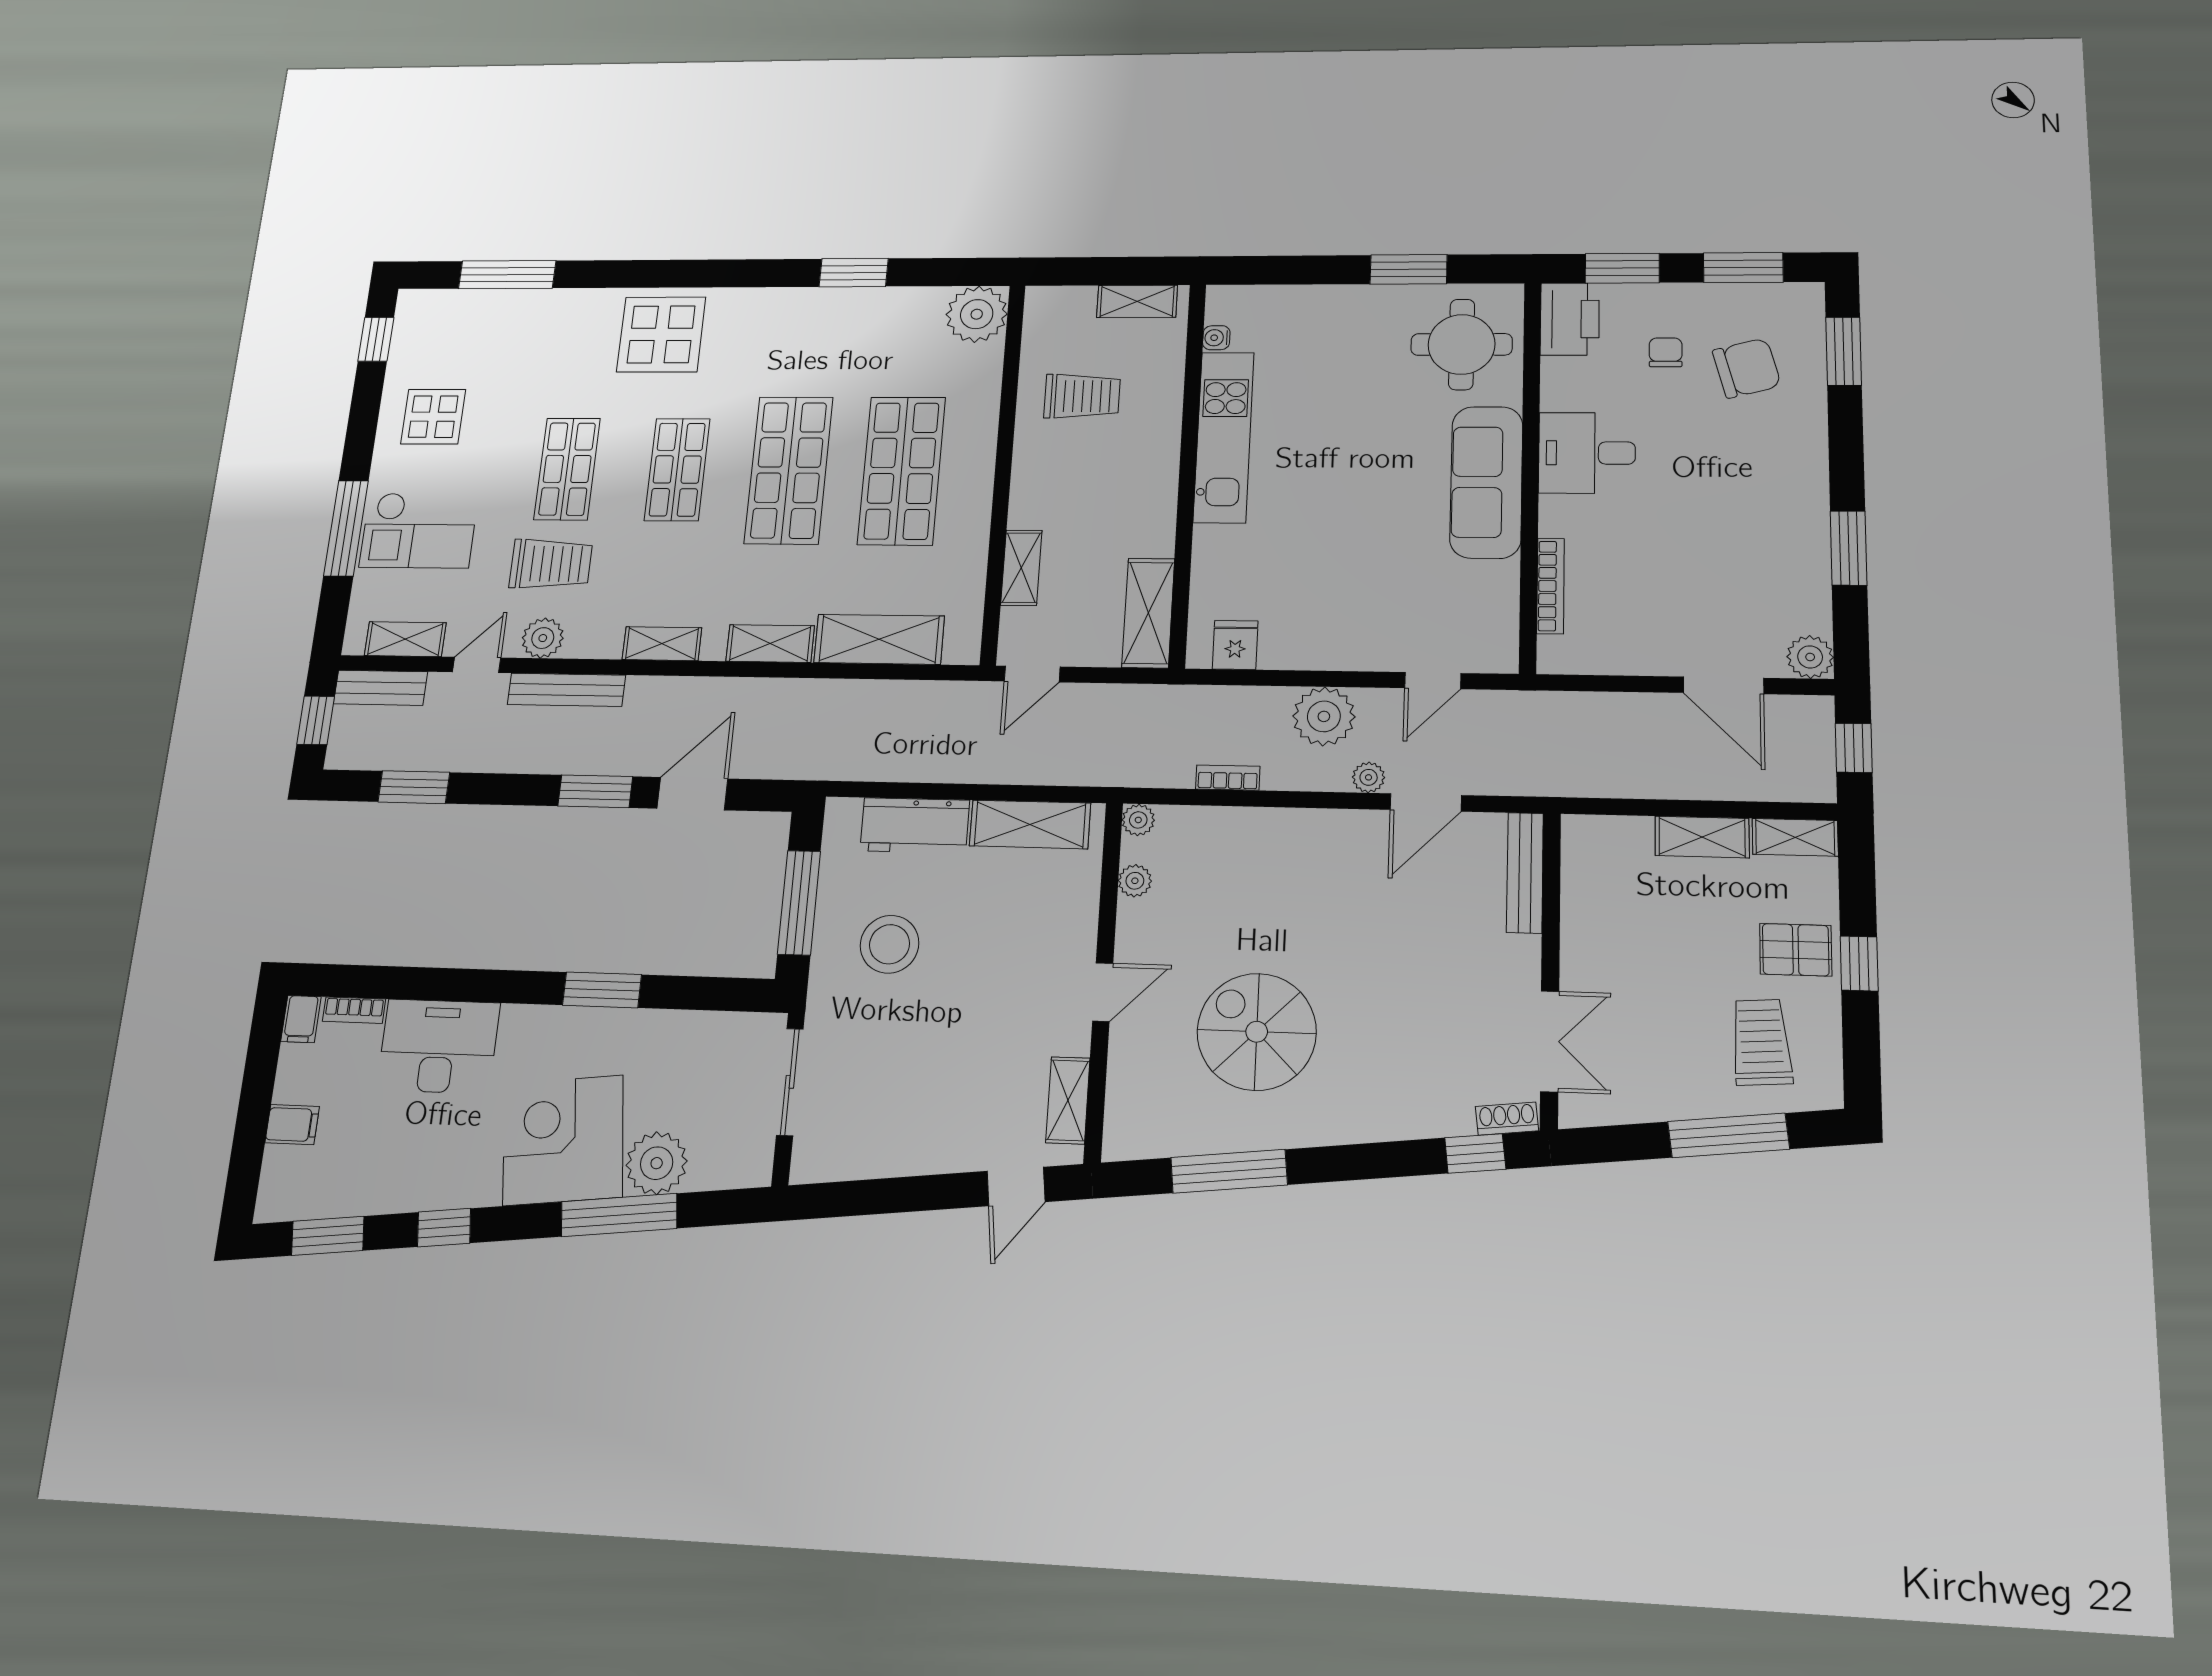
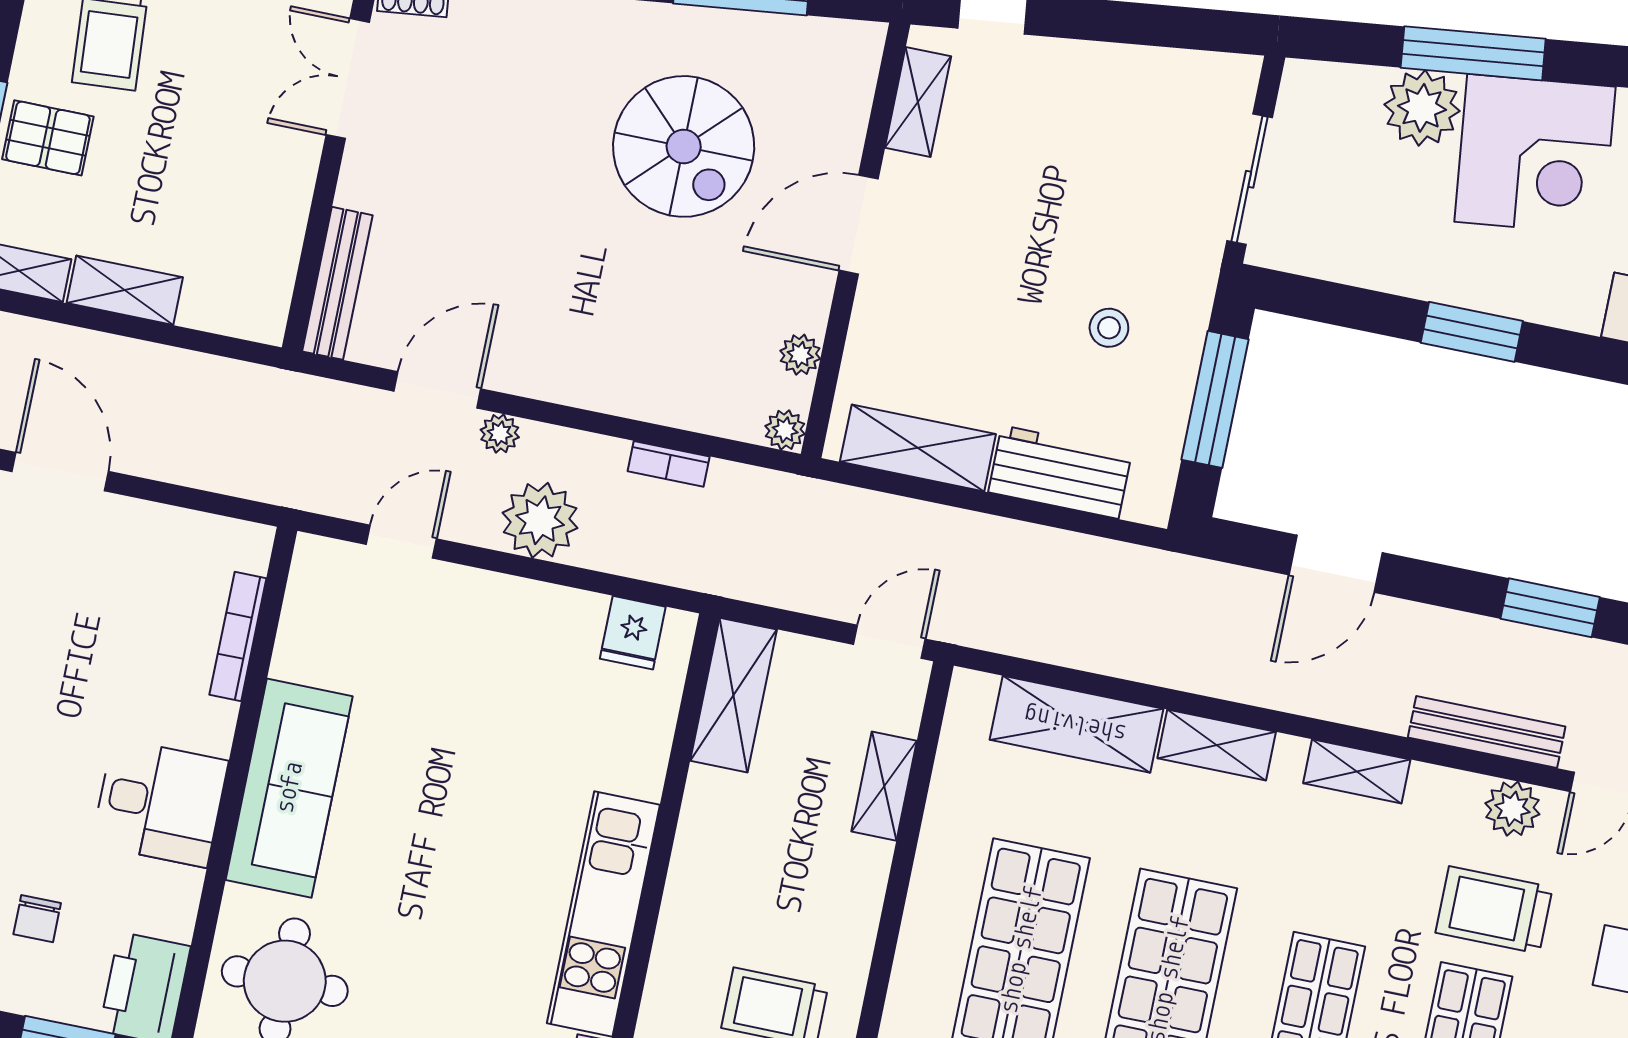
window: (595, 791) -> (1550, 608), moved
stool: (890, 944) -> (1109, 328), width x0.53, depth x0.53
door: (1103, 992) -> (859, 225), width x1.38

